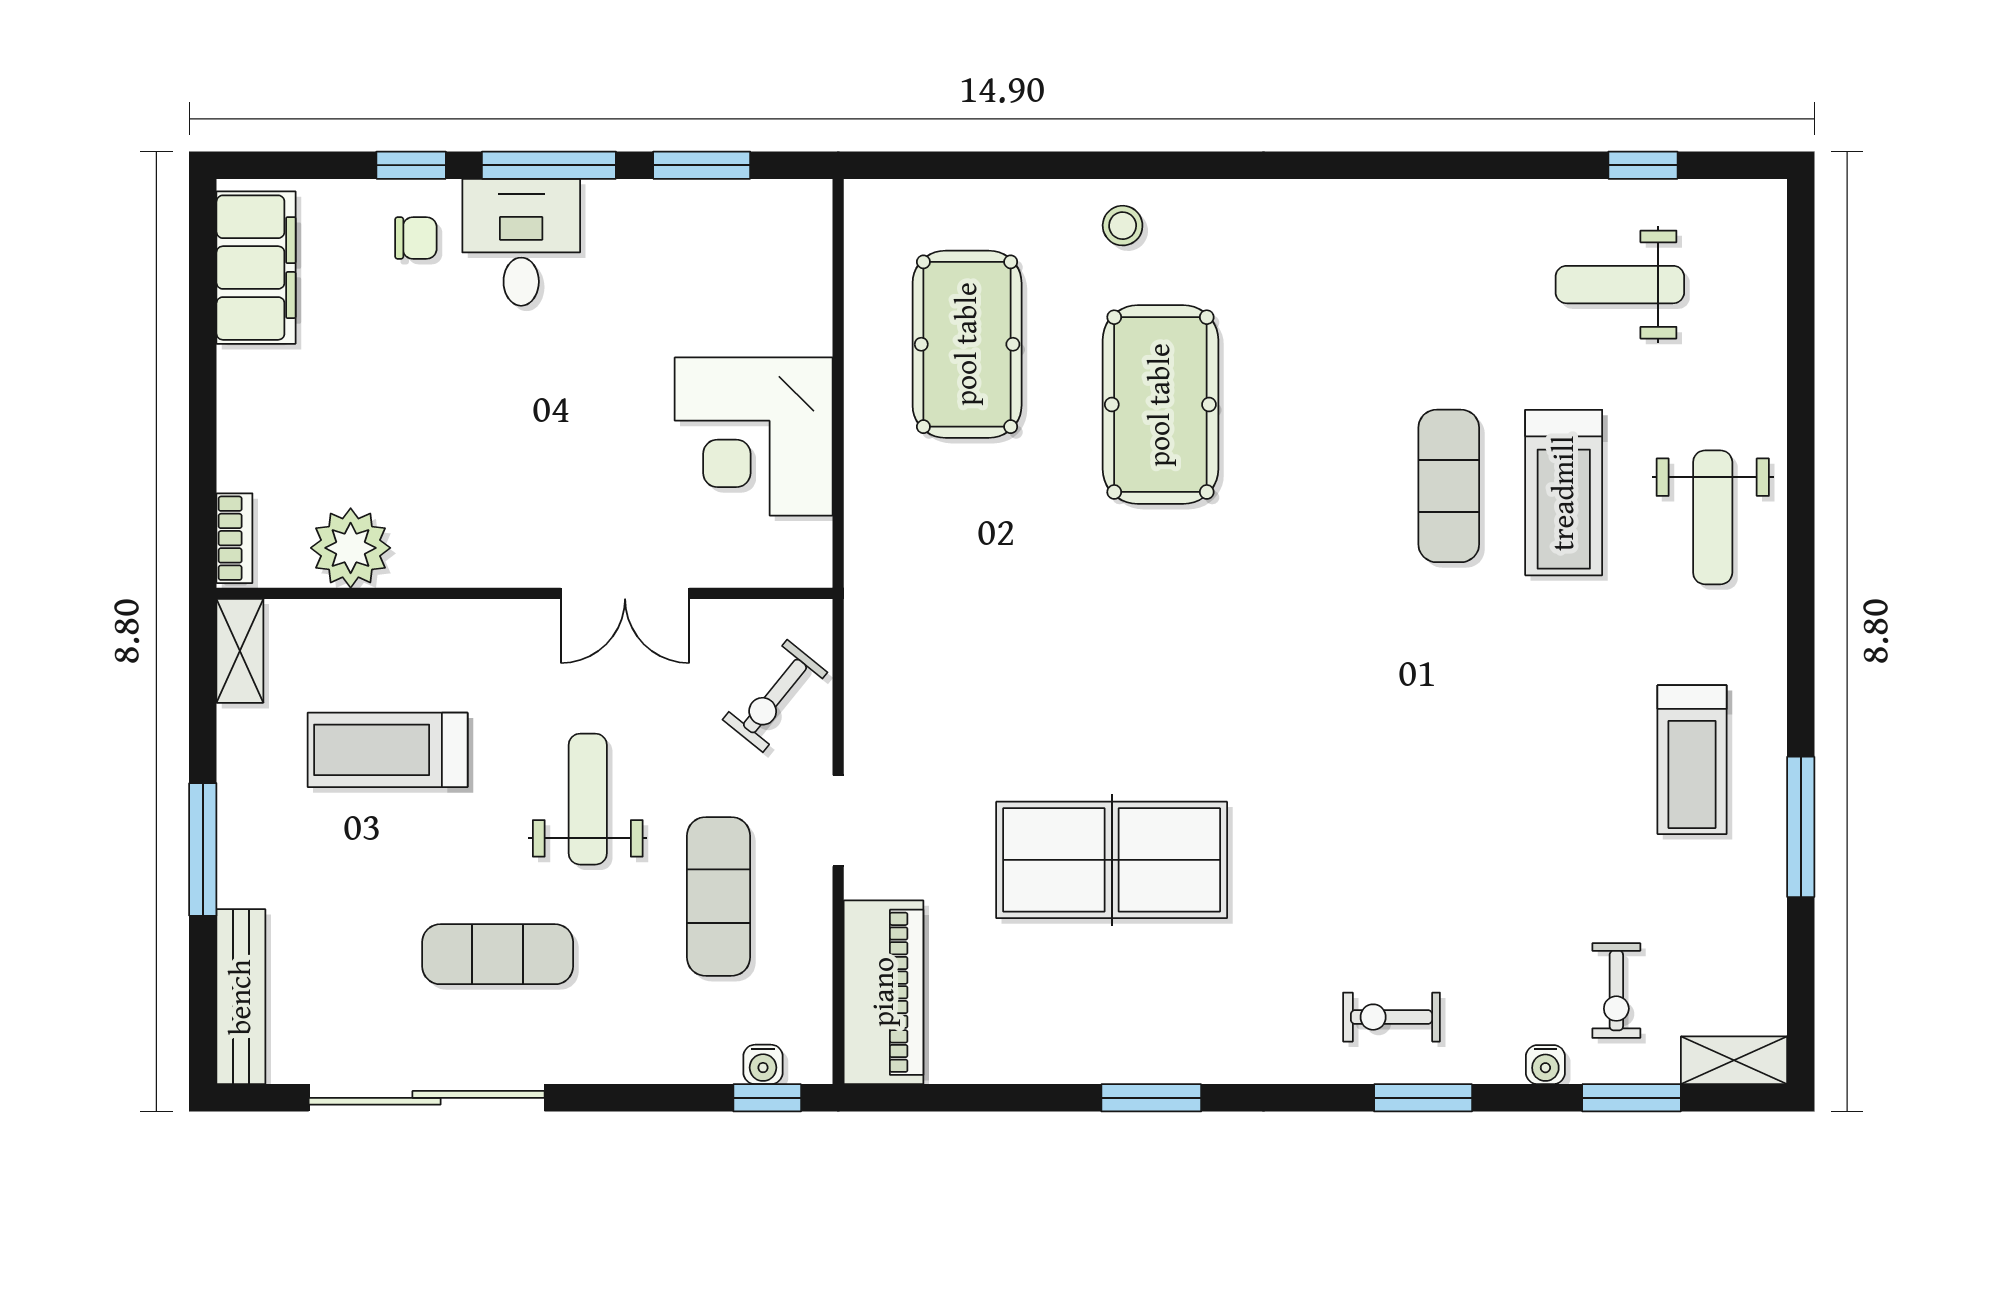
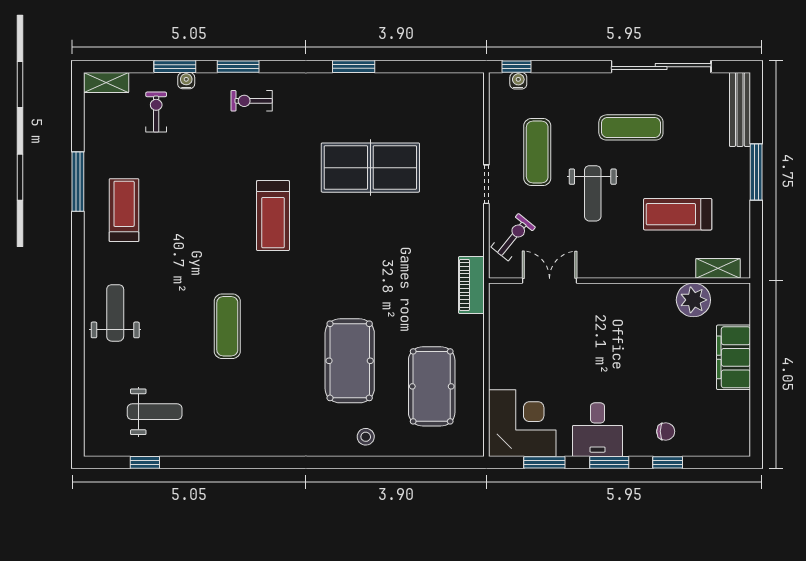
window: (549, 165) -> (609, 462), width x0.69
chair: (416, 238) -> (666, 431), turned 180
desk: (521, 242) -> (598, 430), moved
filing cabinet: (256, 268) -> (734, 357), moved
corner desk: (754, 436) -> (522, 423), moved
treadmill: (1564, 493) -> (273, 216), moved, turned 180
bookcase: (234, 538) -> (743, 304), removed
double door: (625, 593) -> (550, 281), moved
shelving: (240, 651) -> (718, 268), moved, turned 90
treadmill: (388, 750) -> (678, 214), turned 180
piano: (884, 992) -> (471, 285), moved, width x0.73, depth x0.75
exercise bike: (1392, 1017) -> (252, 101), turned 180
window: (1632, 1098) -> (175, 67), moved

